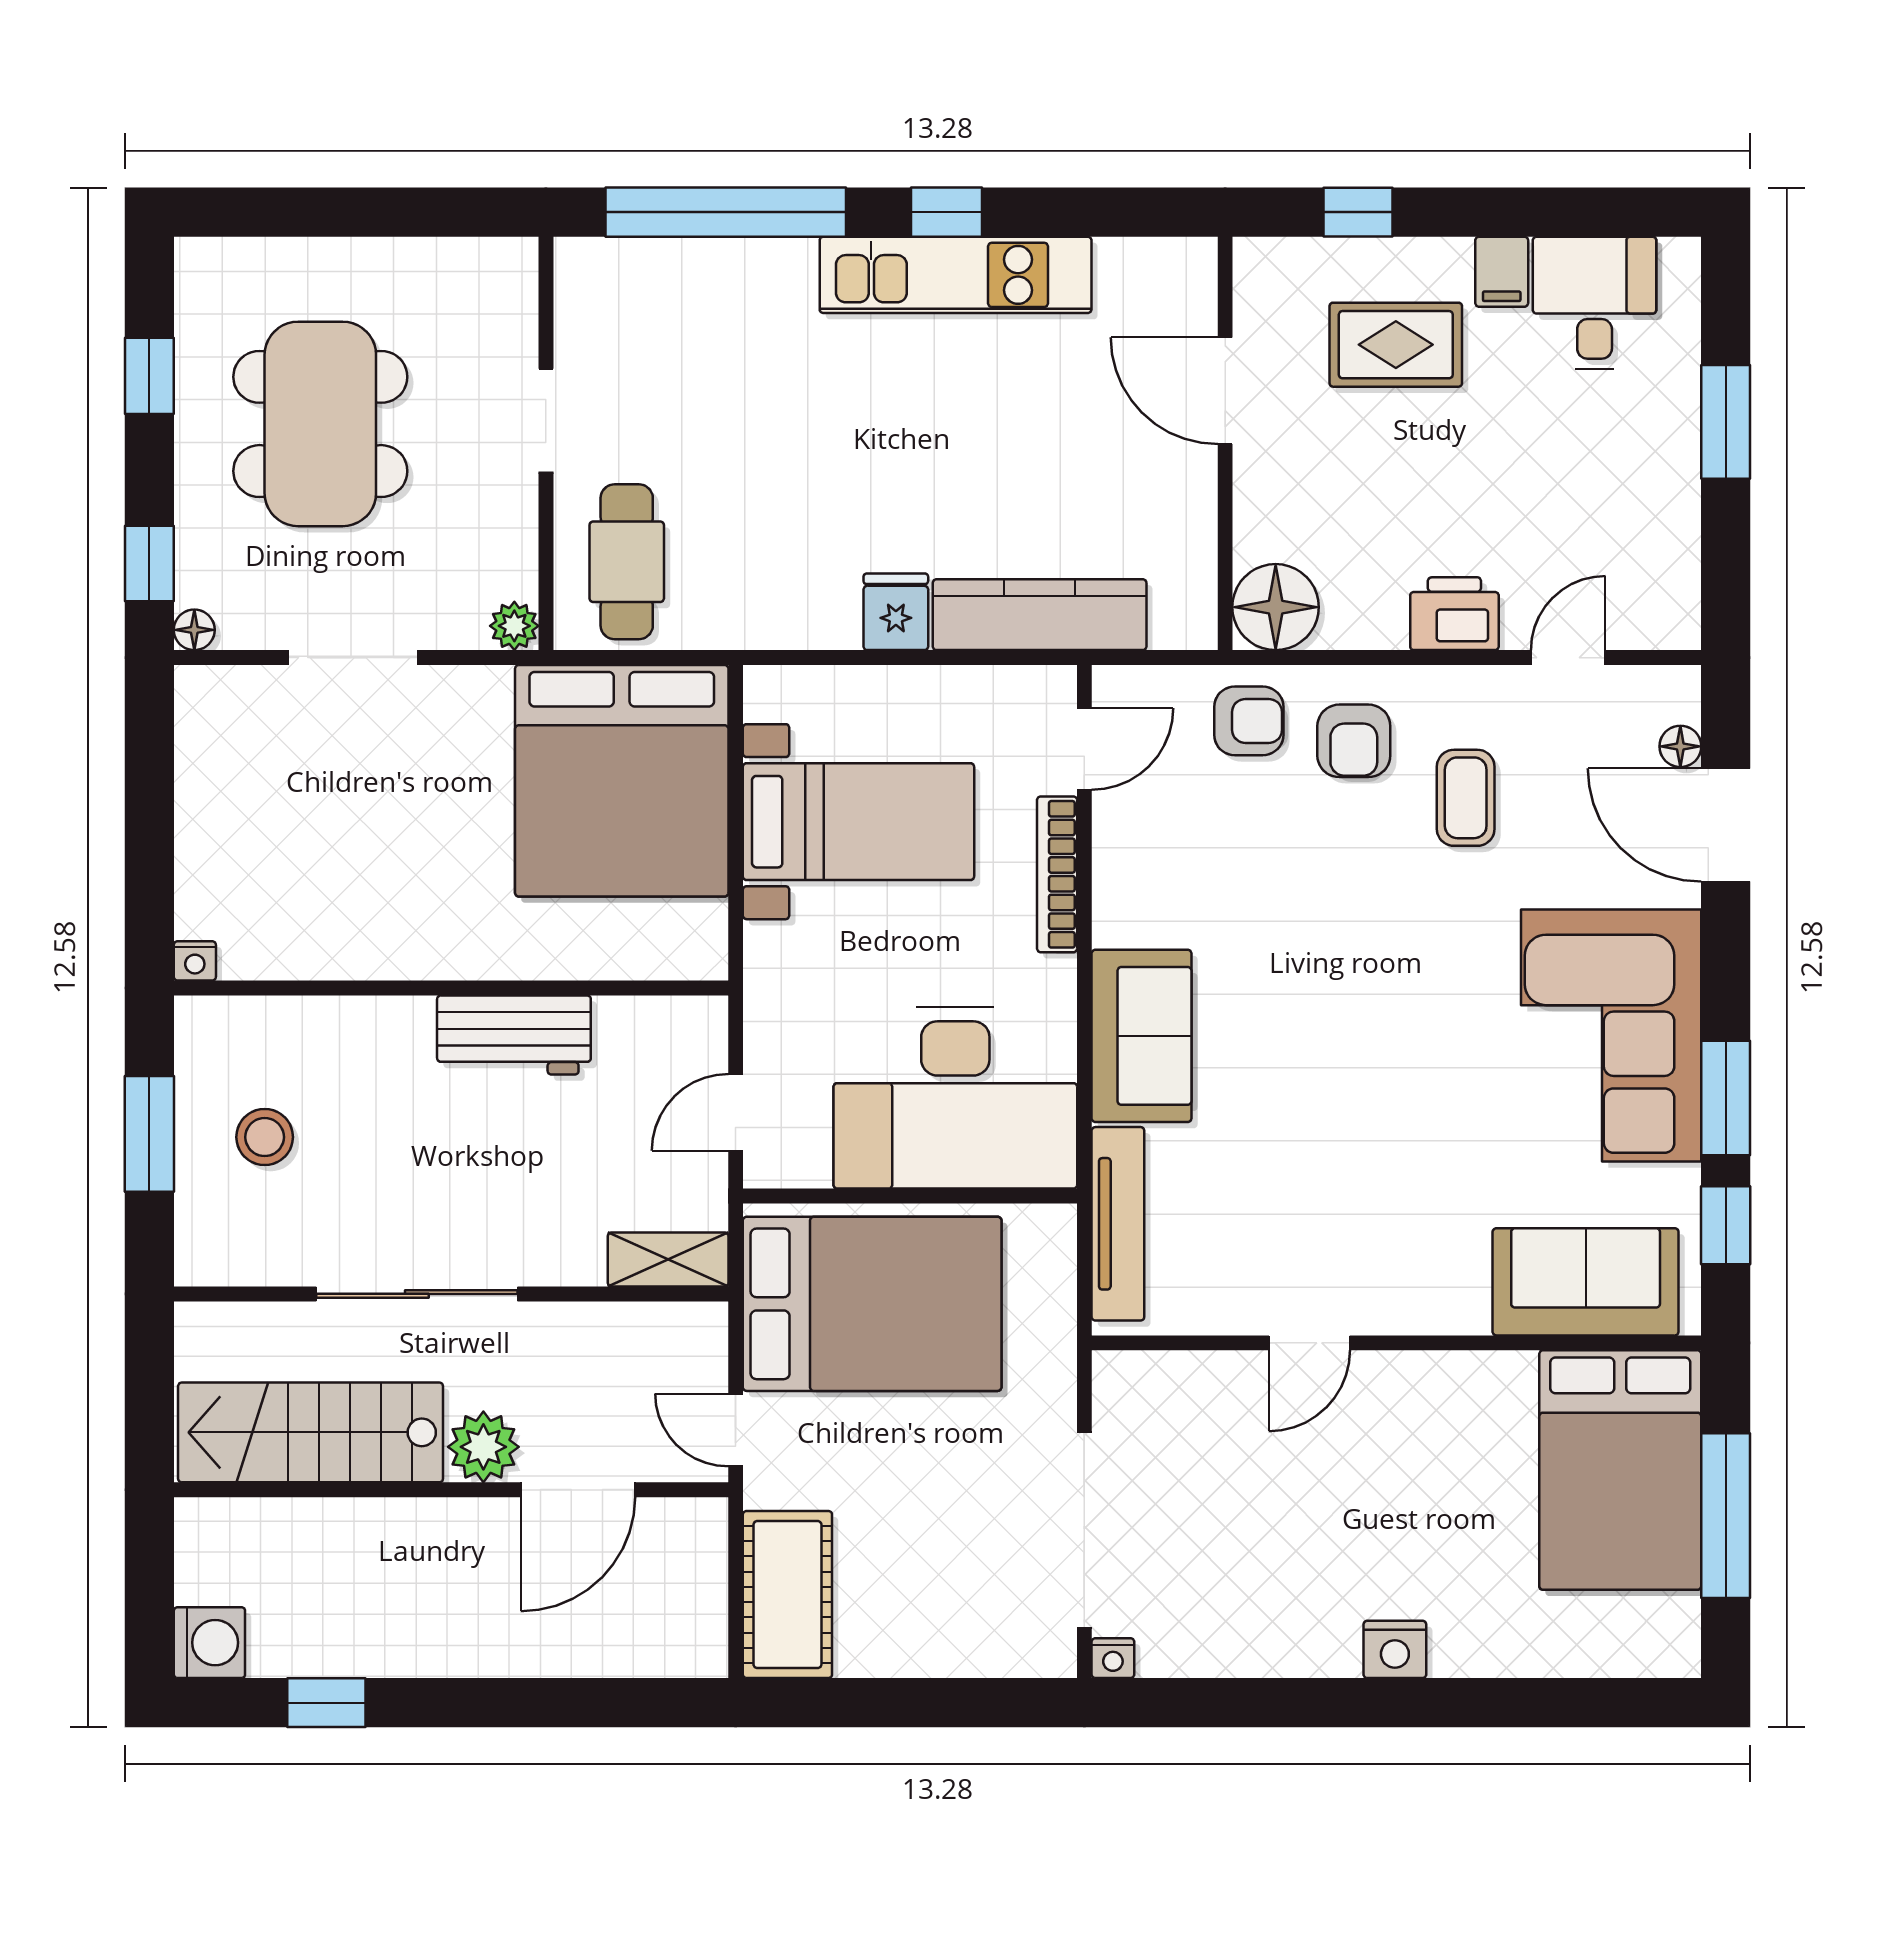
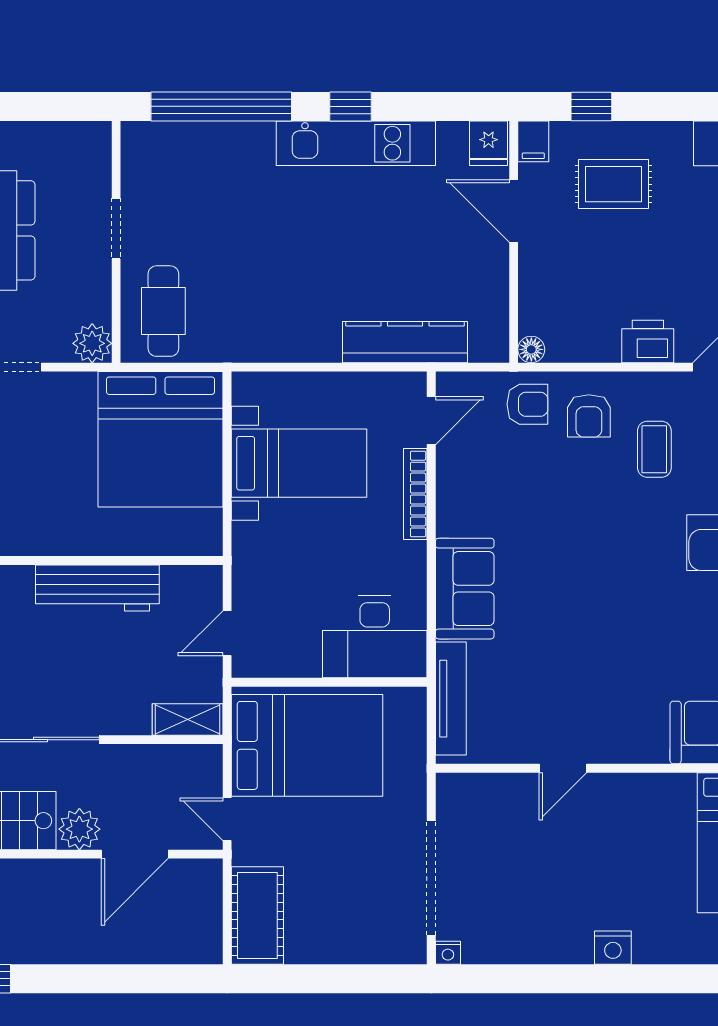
filing cabinet: (1502, 272) -> (533, 141), moved
floor lamp: (1276, 607) -> (531, 349), width x0.53, depth x0.53
fridge: (896, 612) -> (489, 143), moved, turned 180
plant: (514, 626) -> (92, 343), width x1.38, depth x1.38
workbench: (514, 1035) -> (97, 588), width x1.38
desk: (955, 1098) -> (375, 637), width x0.73, depth x0.77

